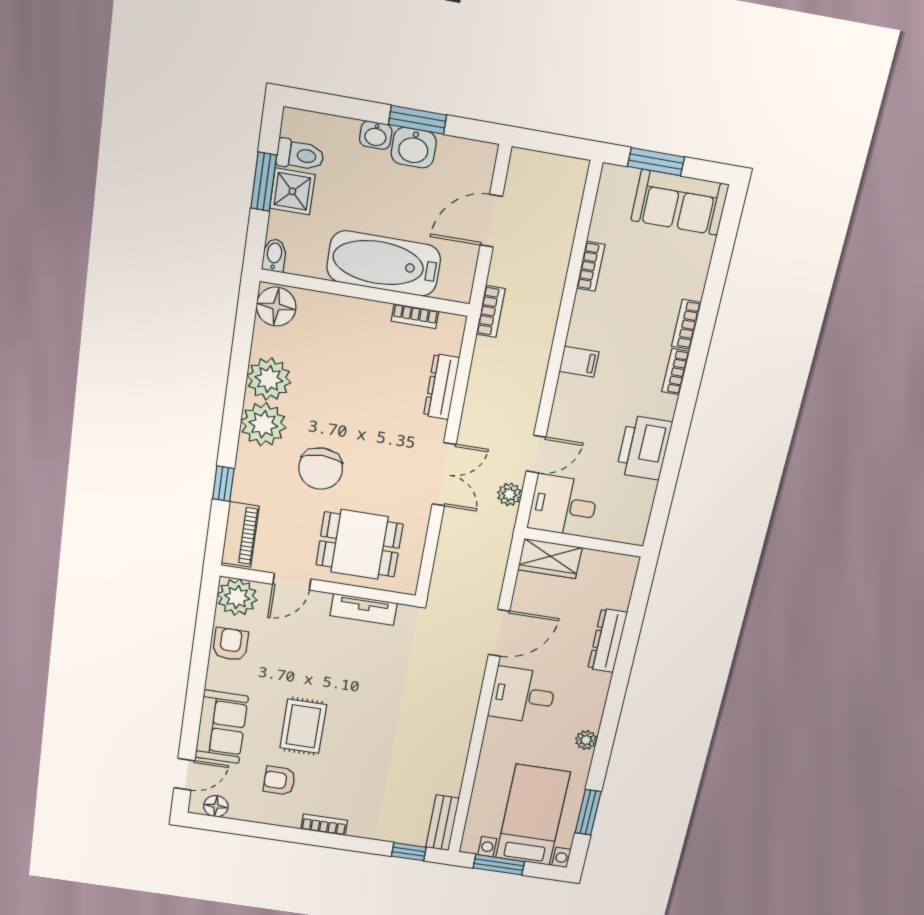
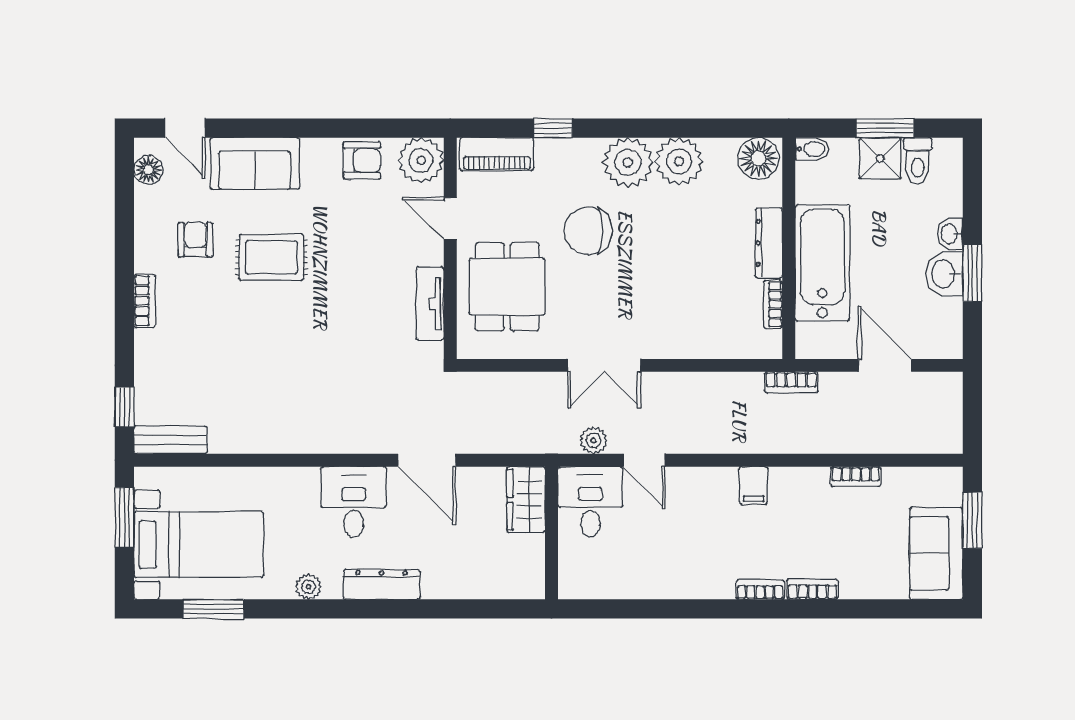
dresser: (442, 387) -> (769, 243), moved, turned -90
printer: (644, 448) -> (671, 575), removed
dresser: (607, 640) -> (382, 584), moved

